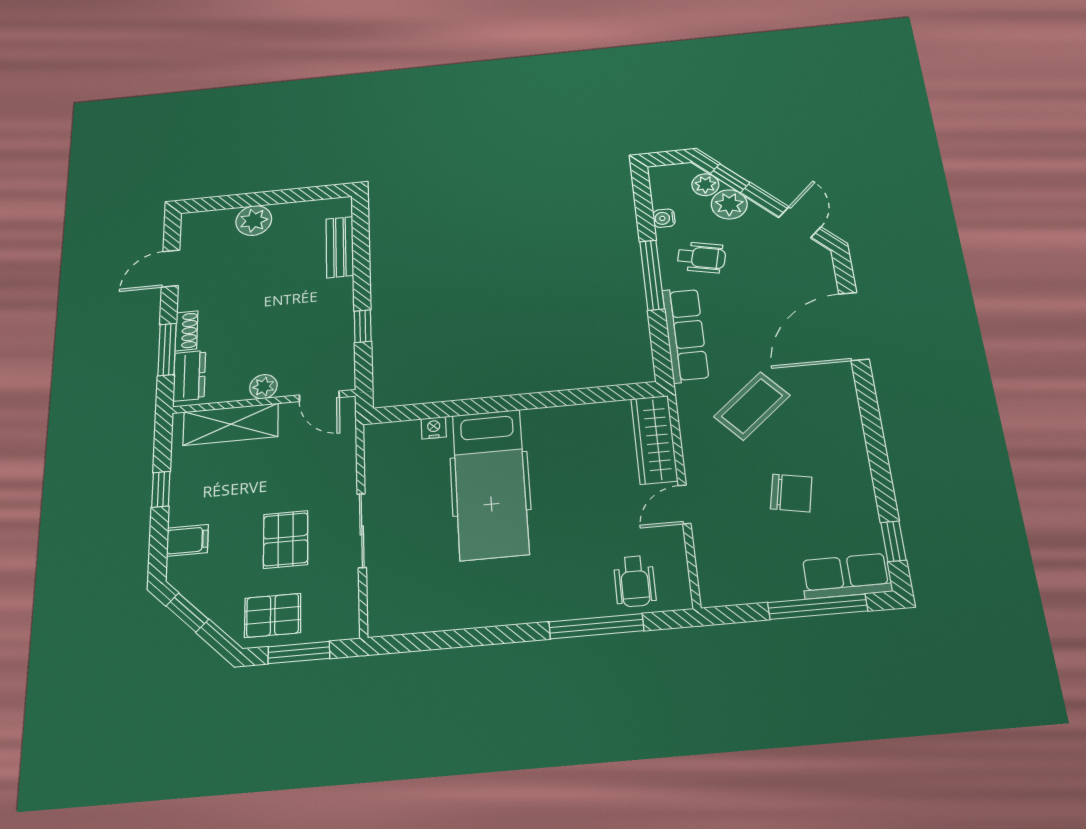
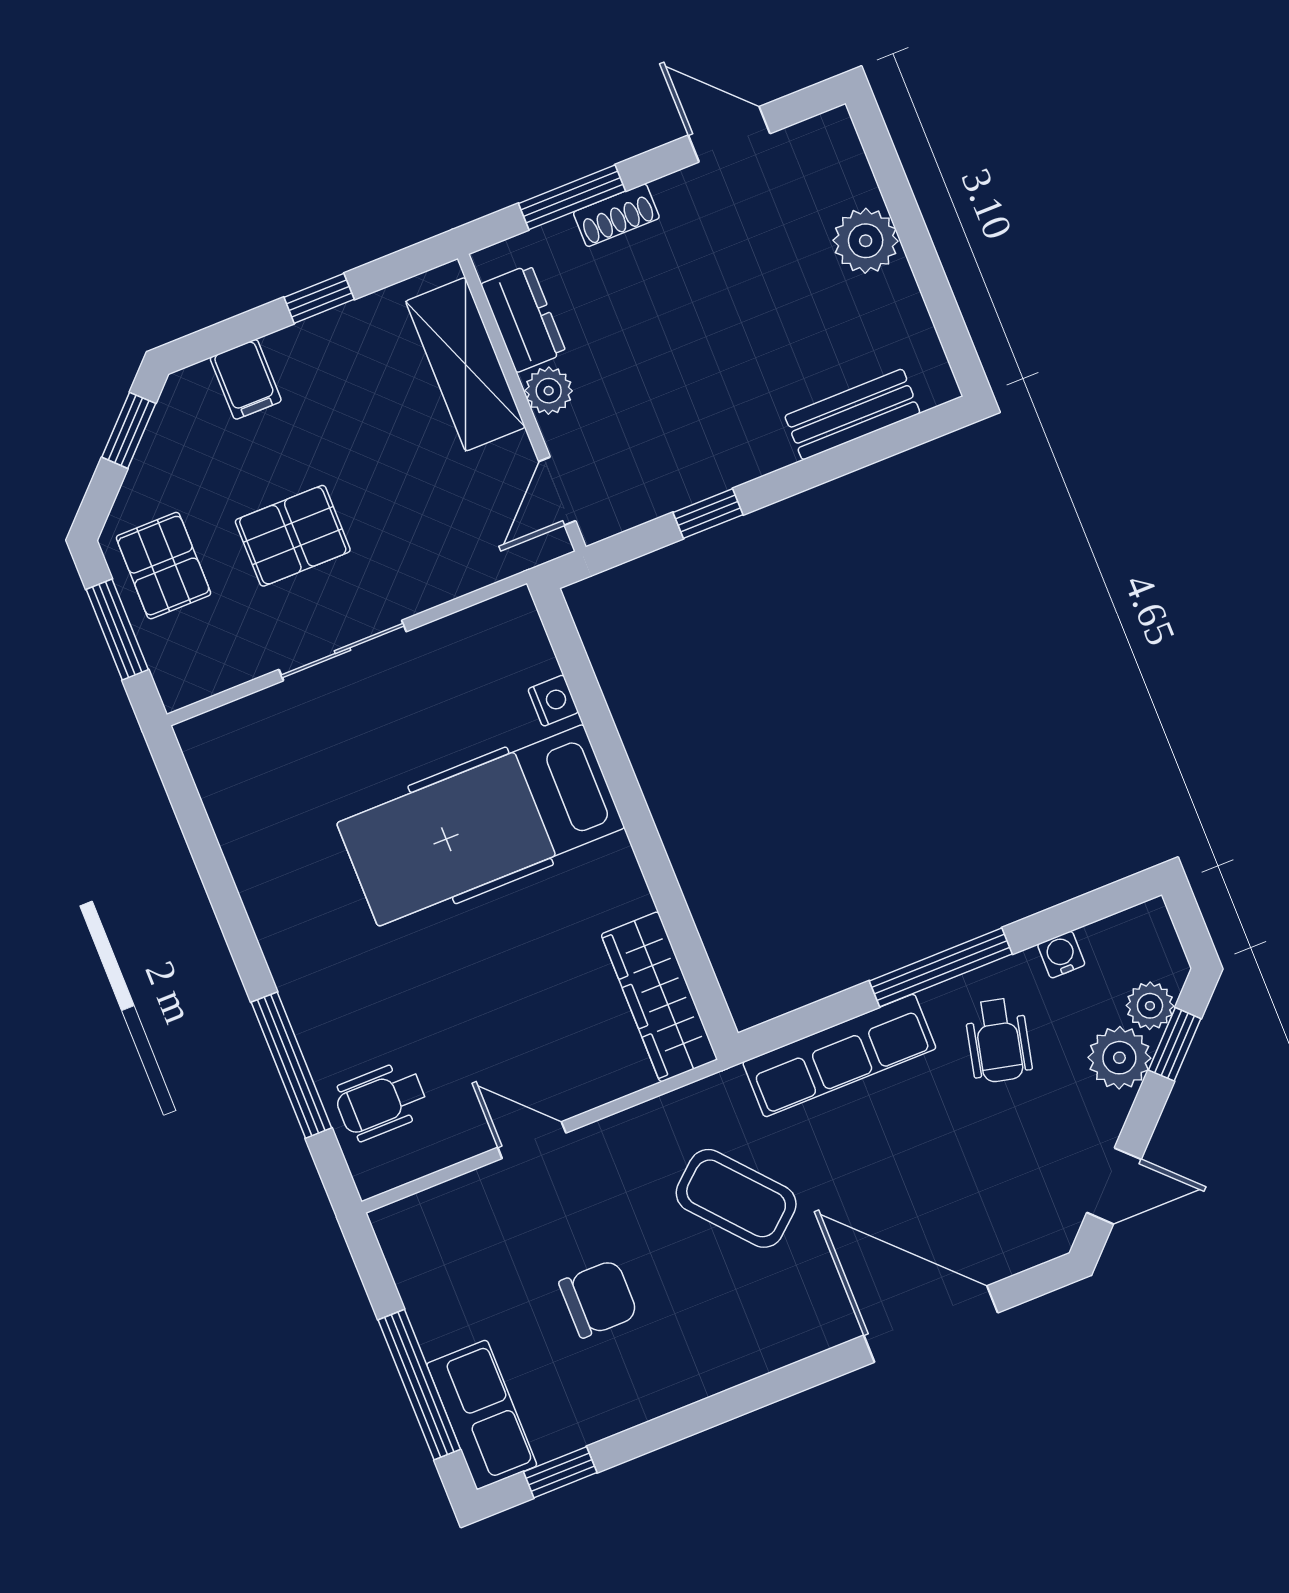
dresser: (189, 376) -> (523, 318), moved, turned -90
wardrobe: (654, 440) -> (659, 997), moved, turned -90
chair: (791, 493) -> (598, 1299), turned -101

